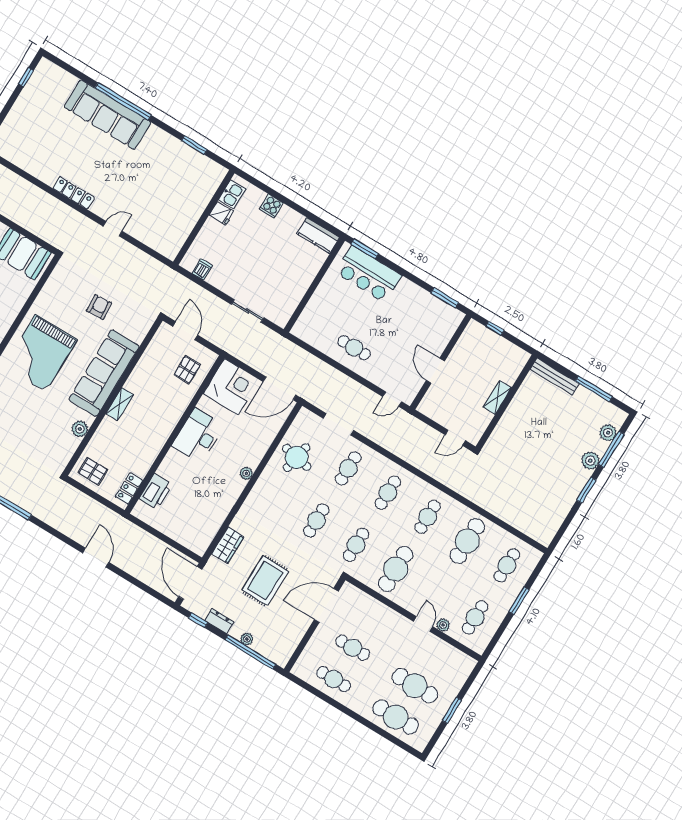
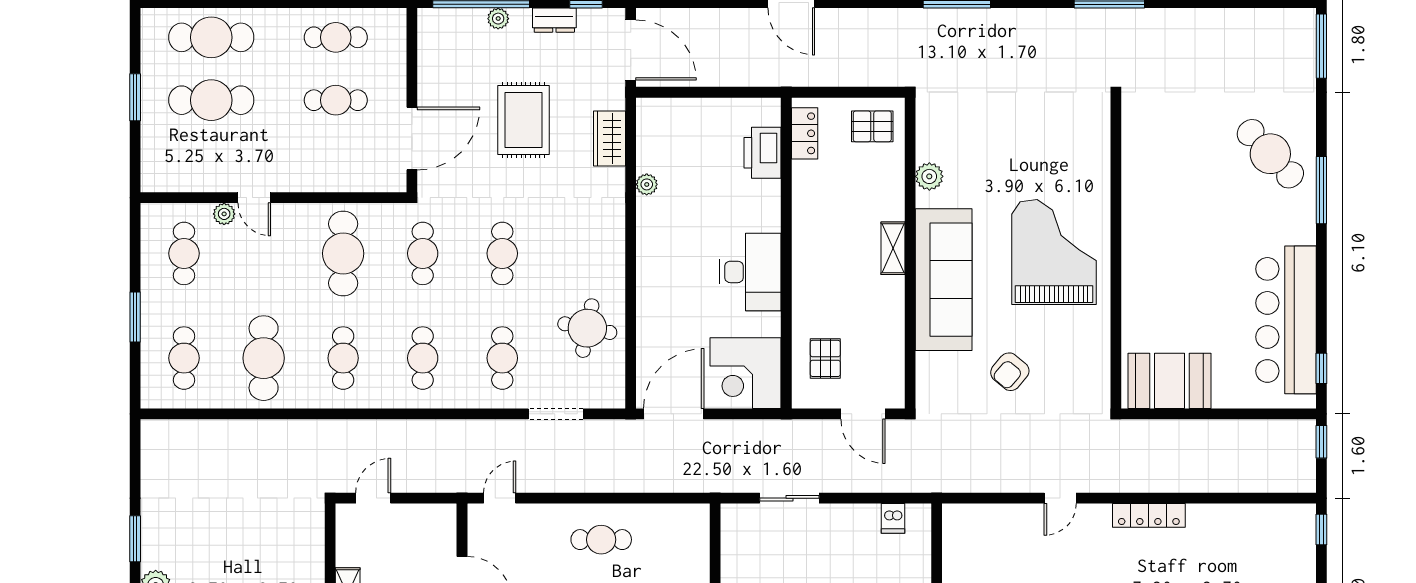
armchair: (99, 307) -> (1010, 372), turned 44
plant: (246, 473) -> (647, 184), moved

